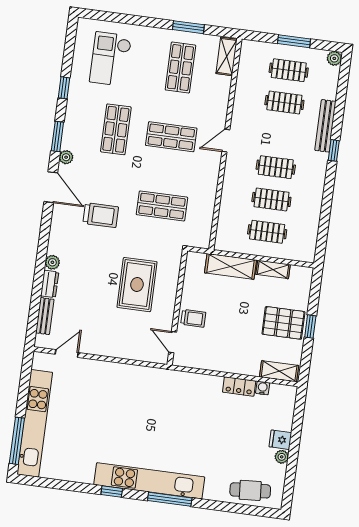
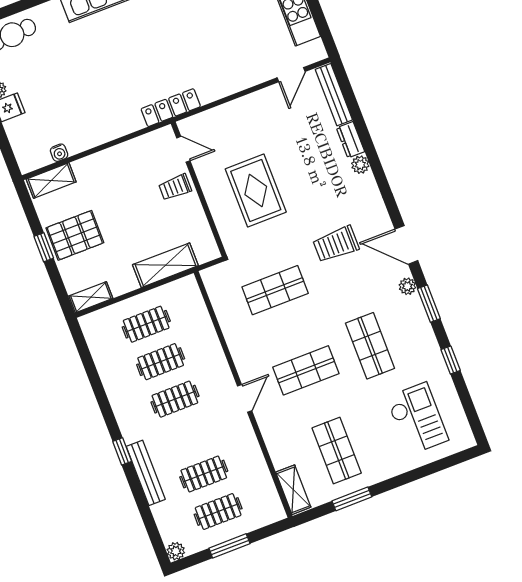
shelving: (273, 269) -> (91, 297), moved
bench: (45, 316) -> (334, 95), width x1.36
locker: (239, 387) -> (171, 108), moved, width x1.53

